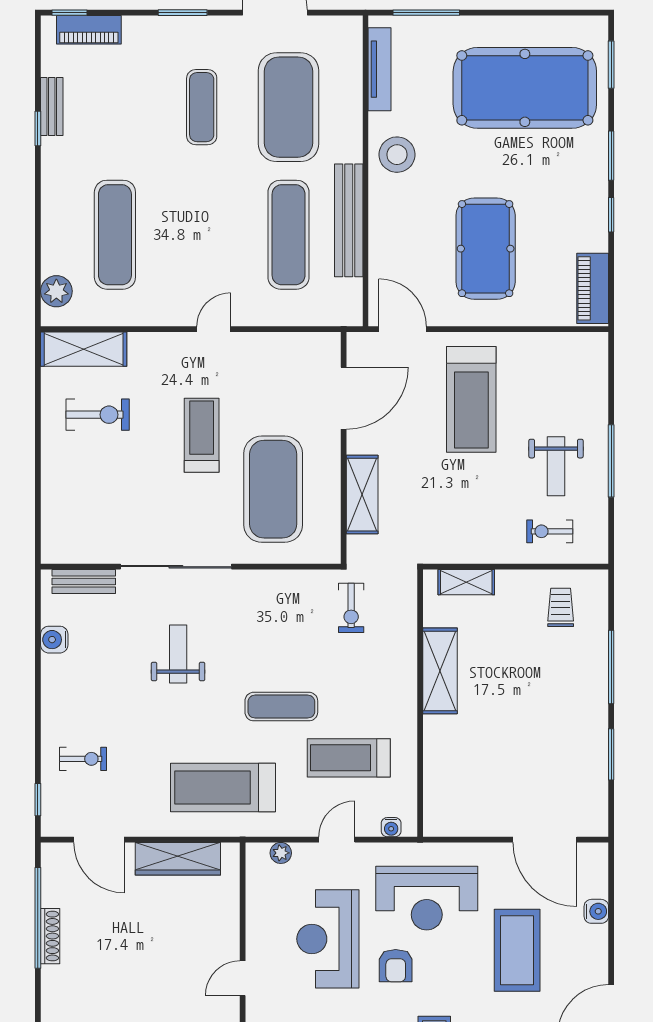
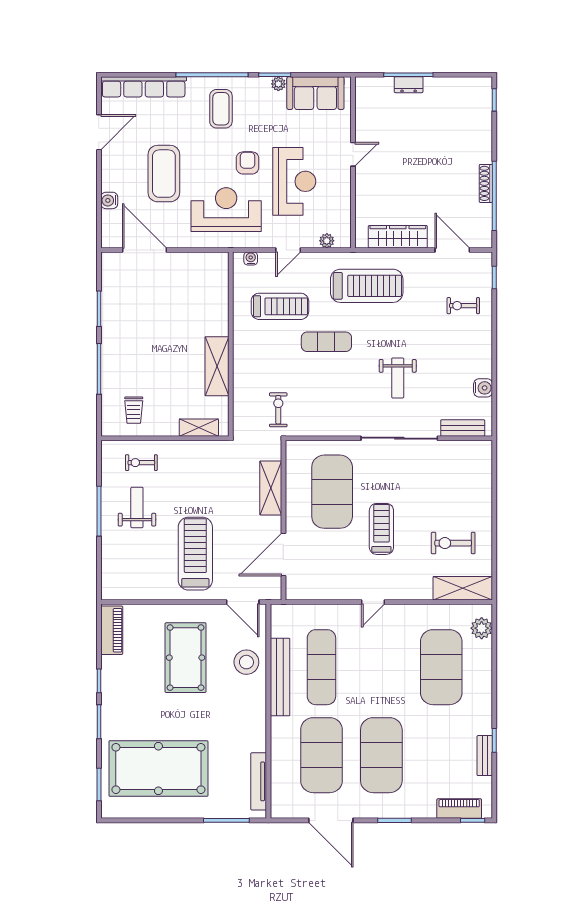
exercise mat: (202, 107) -> (381, 755), width x2.00, depth x1.45
stool: (397, 155) -> (246, 662), moved
exercise mat: (115, 235) -> (441, 667), width x1.47
treadmill: (202, 435) -> (381, 529), turned 180
exercise bike: (550, 531) -> (141, 463), turned 180

